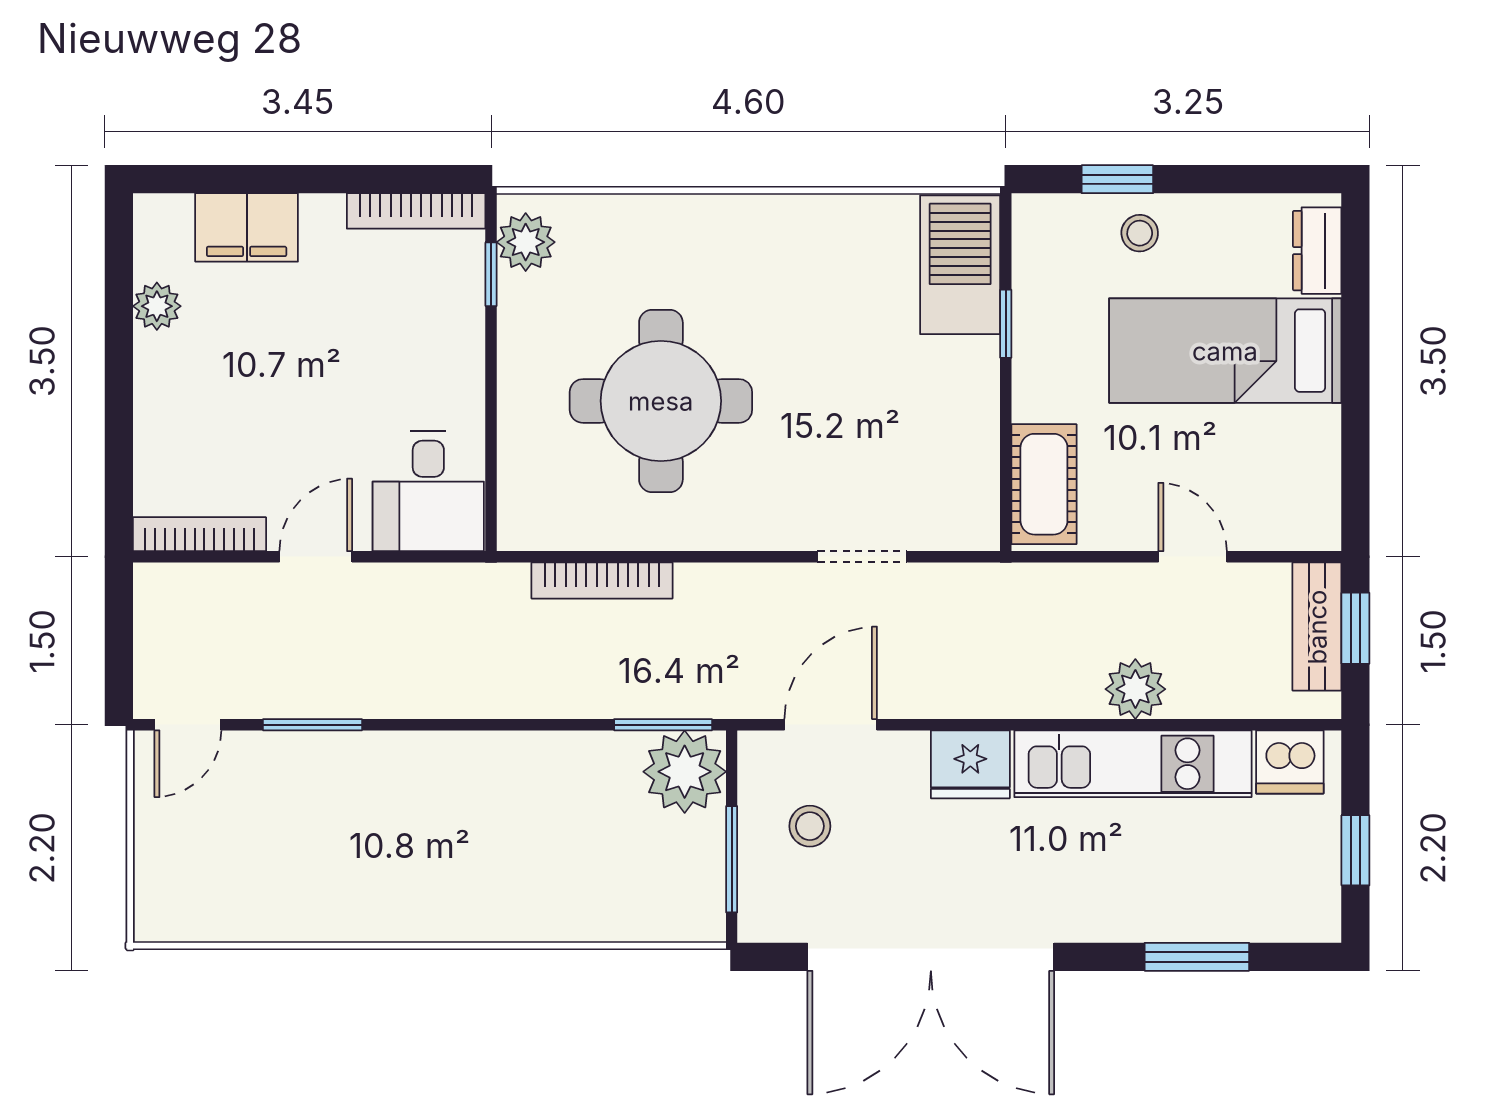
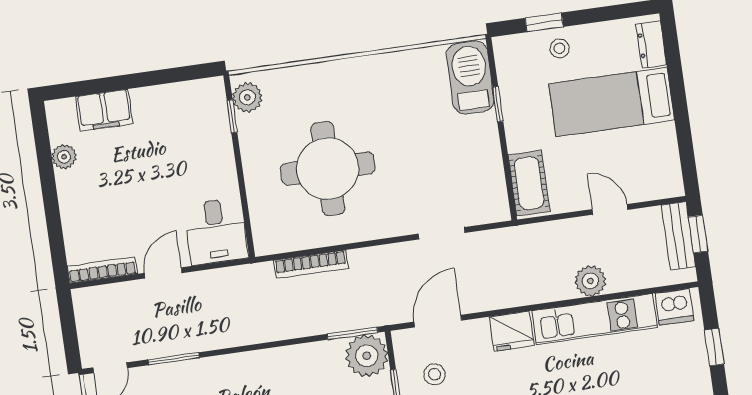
bookcase: (416, 211) -> (189, 89), removed

